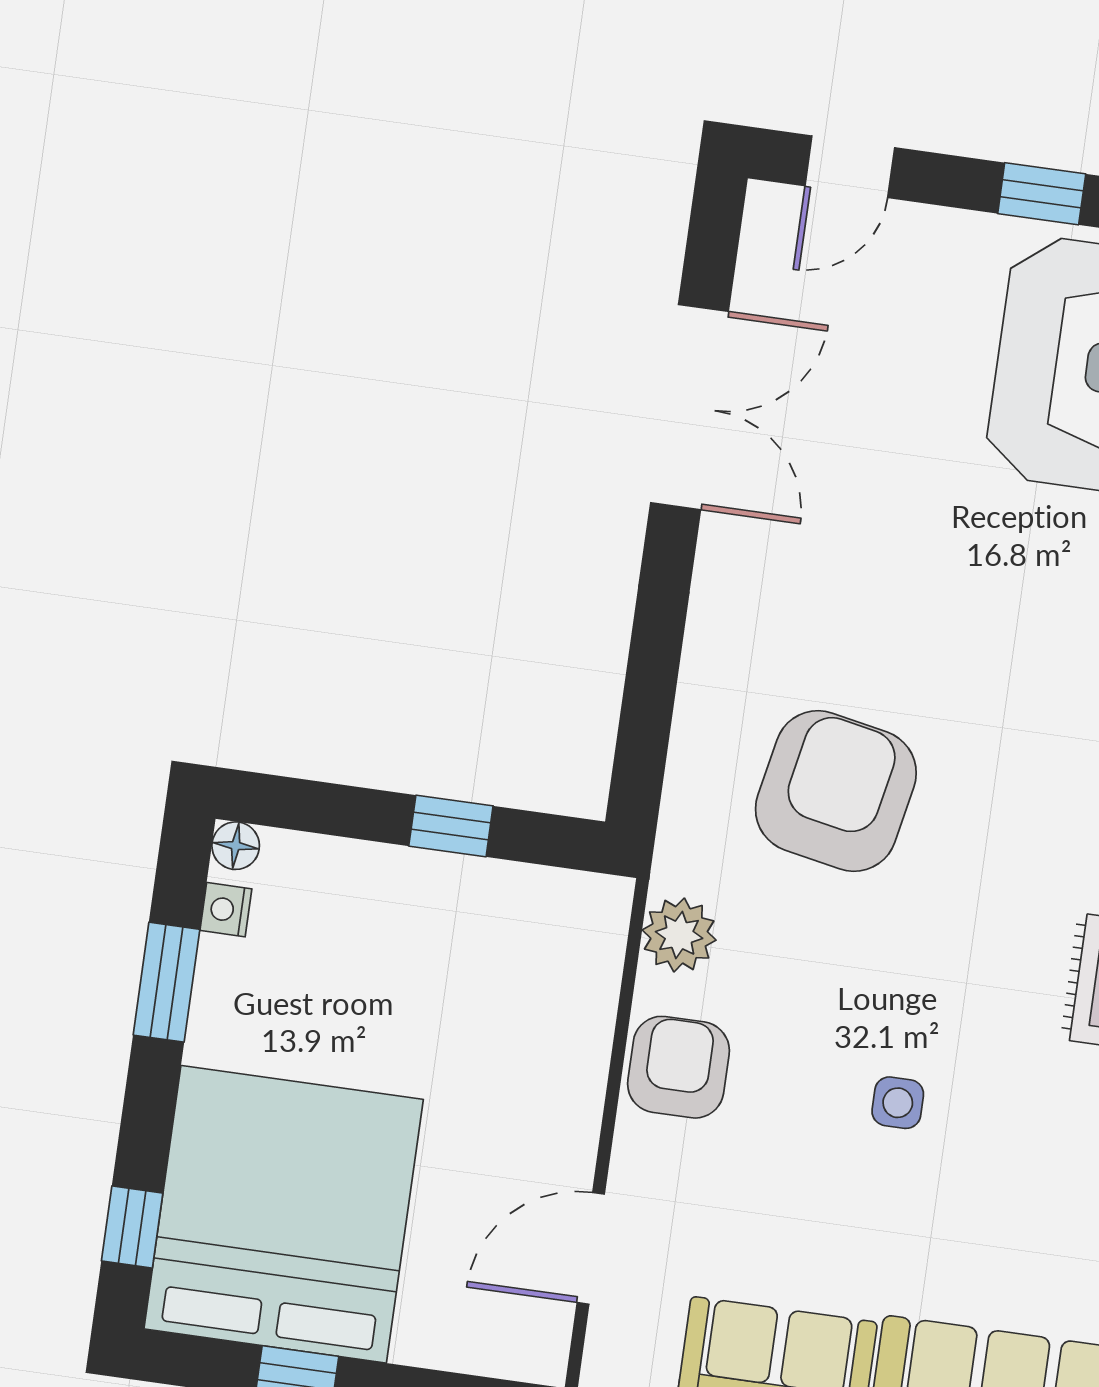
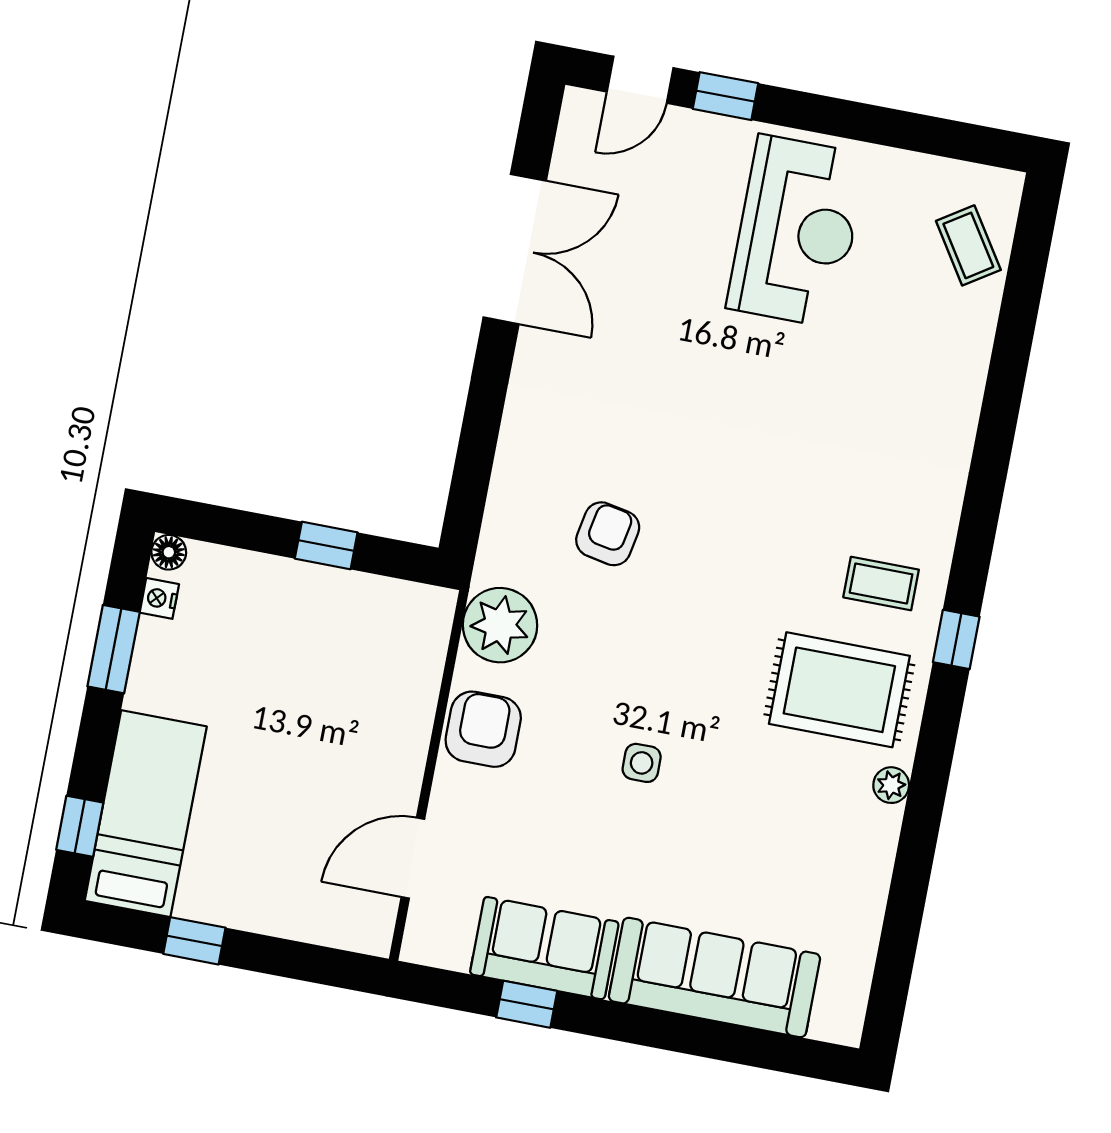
window: (1042, 194) -> (725, 96), moved
armchair: (836, 791) -> (608, 534), width x0.53, depth x0.53
plant: (679, 935) -> (500, 625), width x1.36, depth x1.36
bed: (284, 1214) -> (146, 814), width x0.49

